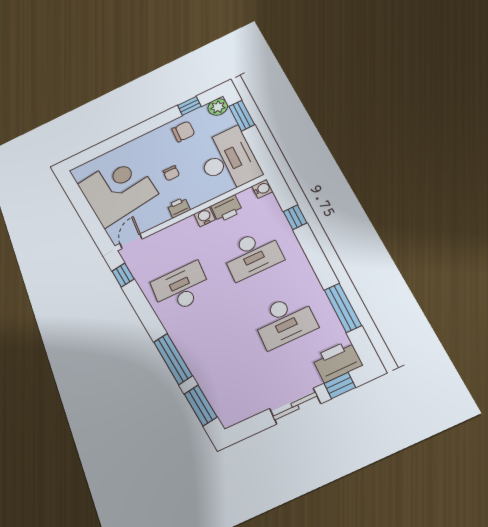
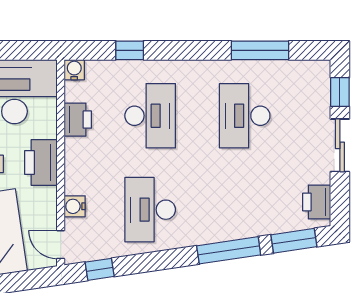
printer: (179, 207) -> (41, 162), width x1.87, depth x1.48
water cooler: (205, 217) -> (75, 206), moved
desk: (284, 321) -> (245, 116), turned 180
printer: (337, 361) -> (317, 202), moved, width x0.73, depth x0.84

